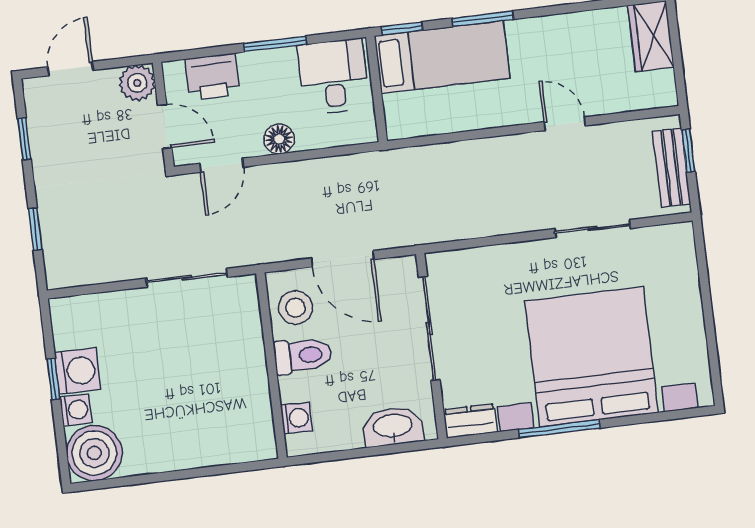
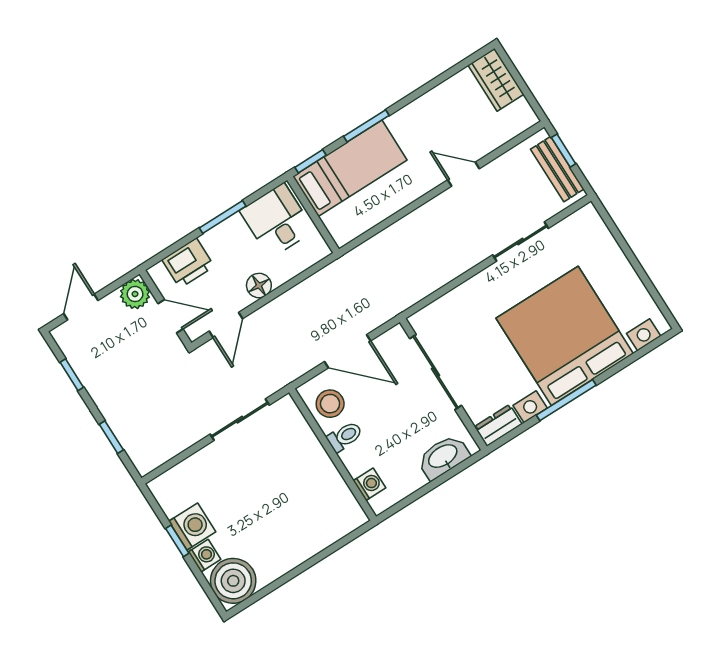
toilet: (303, 356) -> (345, 436), width x0.73, depth x0.72

